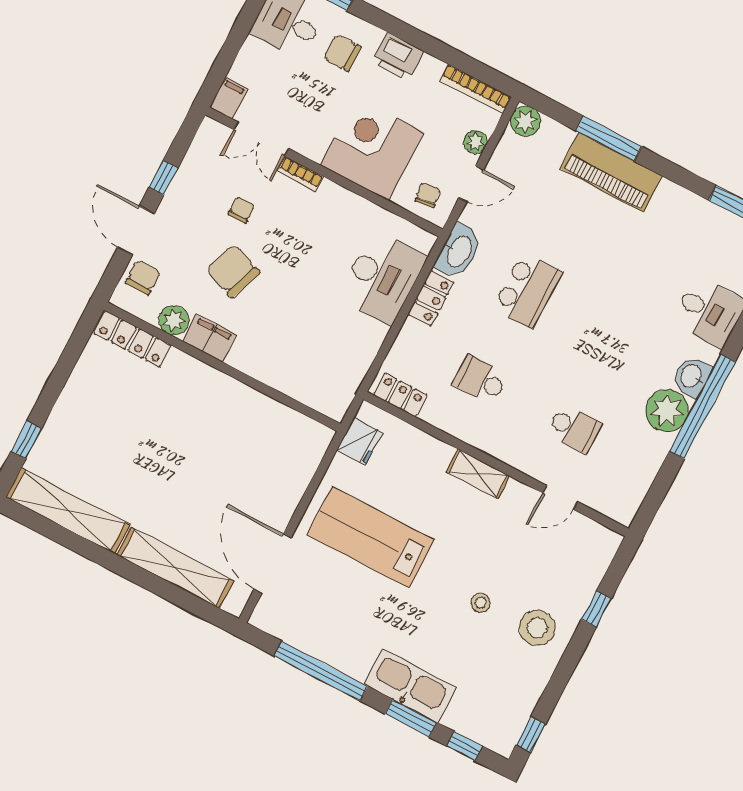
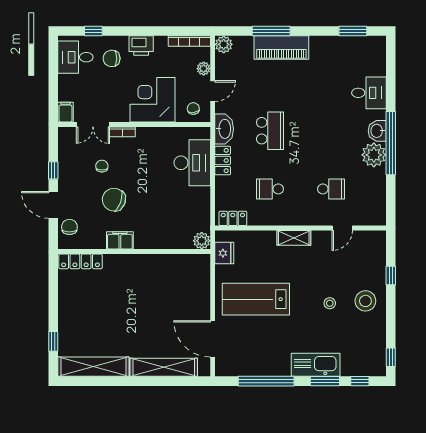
plant: (174, 320) -> (202, 241), moved

